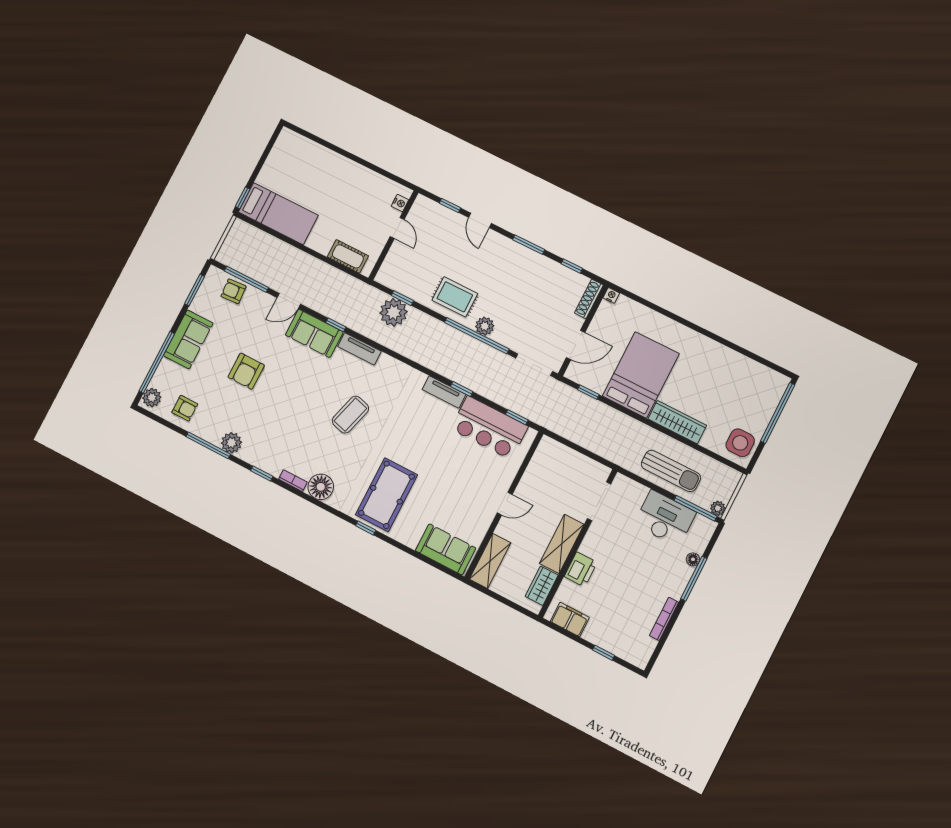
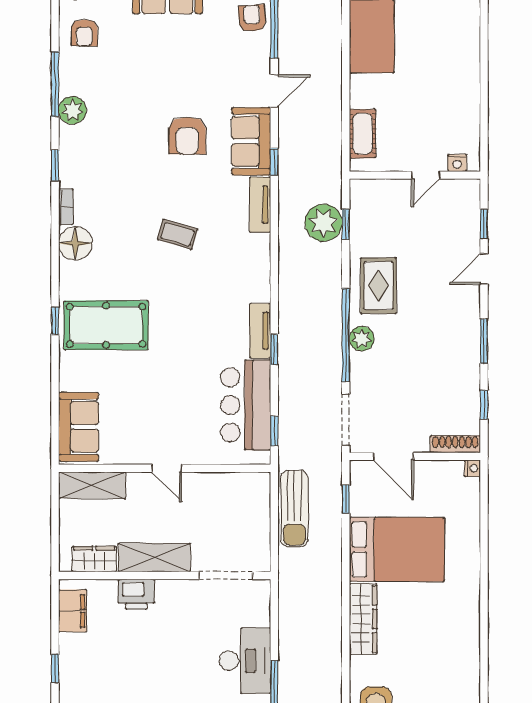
door: (289, 301) -> (274, 91), swing flipped
armchair: (246, 371) -> (187, 136), moved, turned -90
coffee table: (350, 415) -> (178, 234), width x0.73, depth x0.77
sun lounger: (671, 471) -> (294, 509), moved

